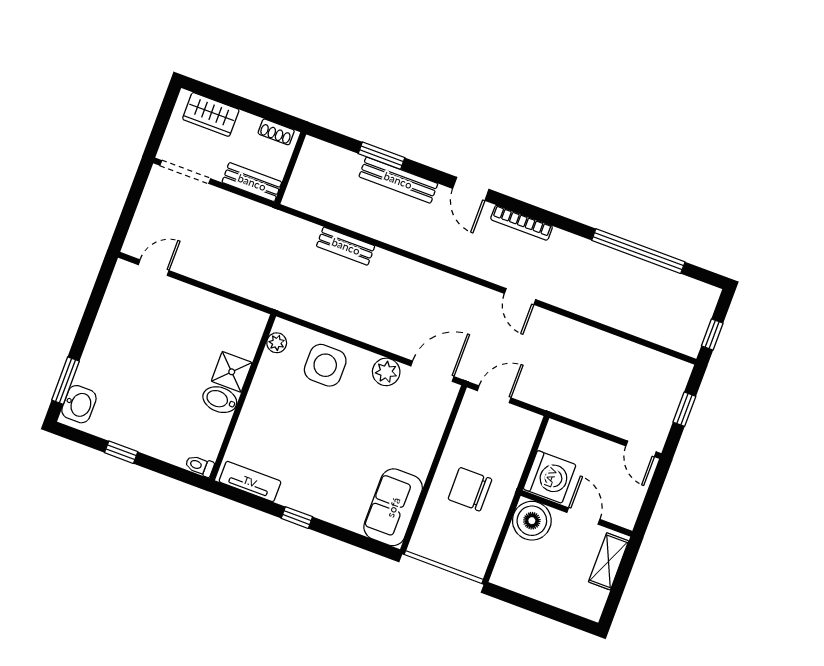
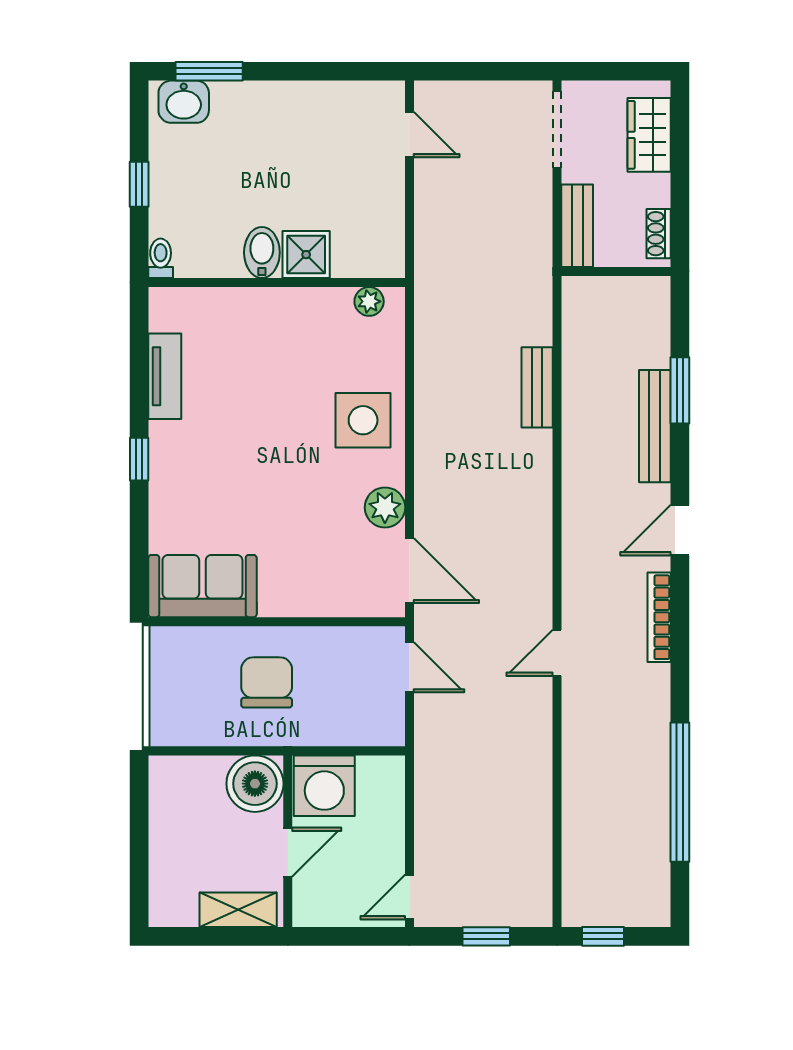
plant: (277, 343) -> (369, 301), moved
shower: (232, 372) -> (306, 255), moved
wall: (243, 397) -> (277, 283), moved
bidet: (220, 400) -> (262, 252), moved
toilet: (199, 466) -> (161, 258), moved

